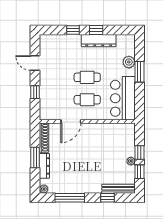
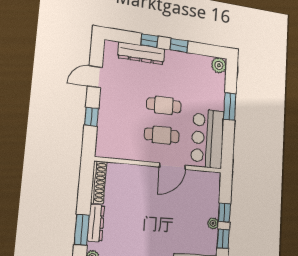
dresser: (99, 41) -> (141, 53), moved
plant: (129, 62) -> (219, 65), moved
door: (35, 63) -> (95, 77), hinge flipped
door: (71, 122) -> (172, 166), moved
window: (35, 157) -> (82, 230), moved

